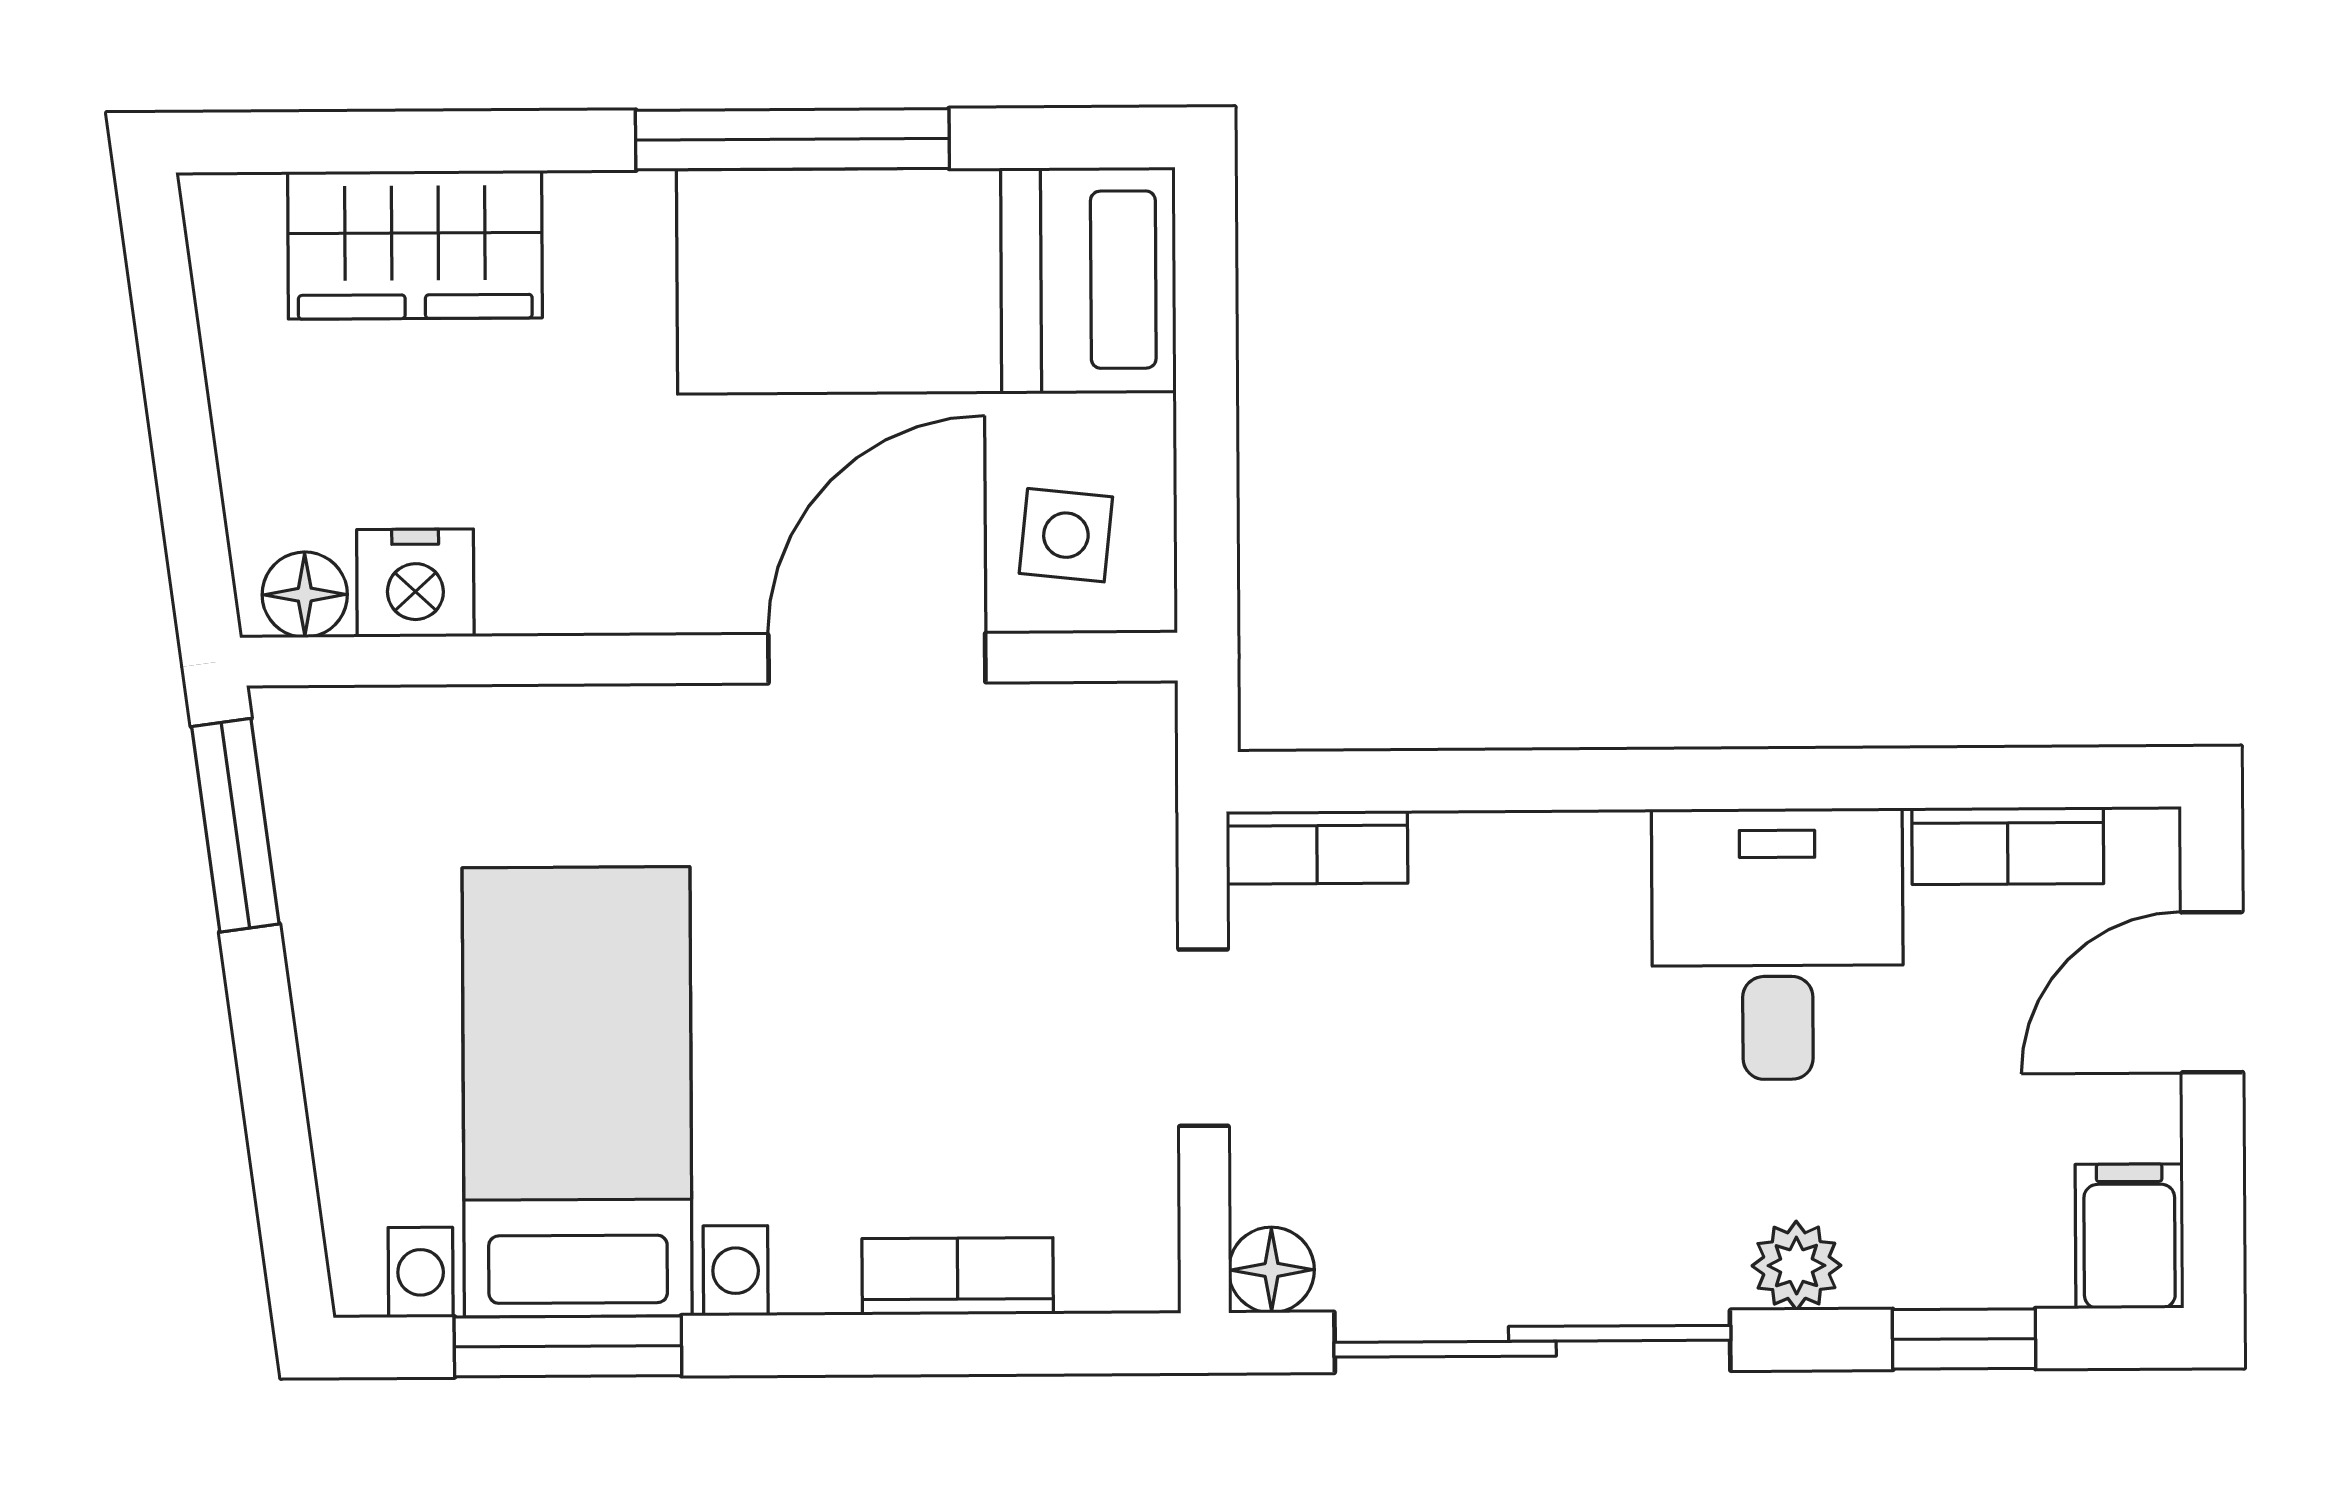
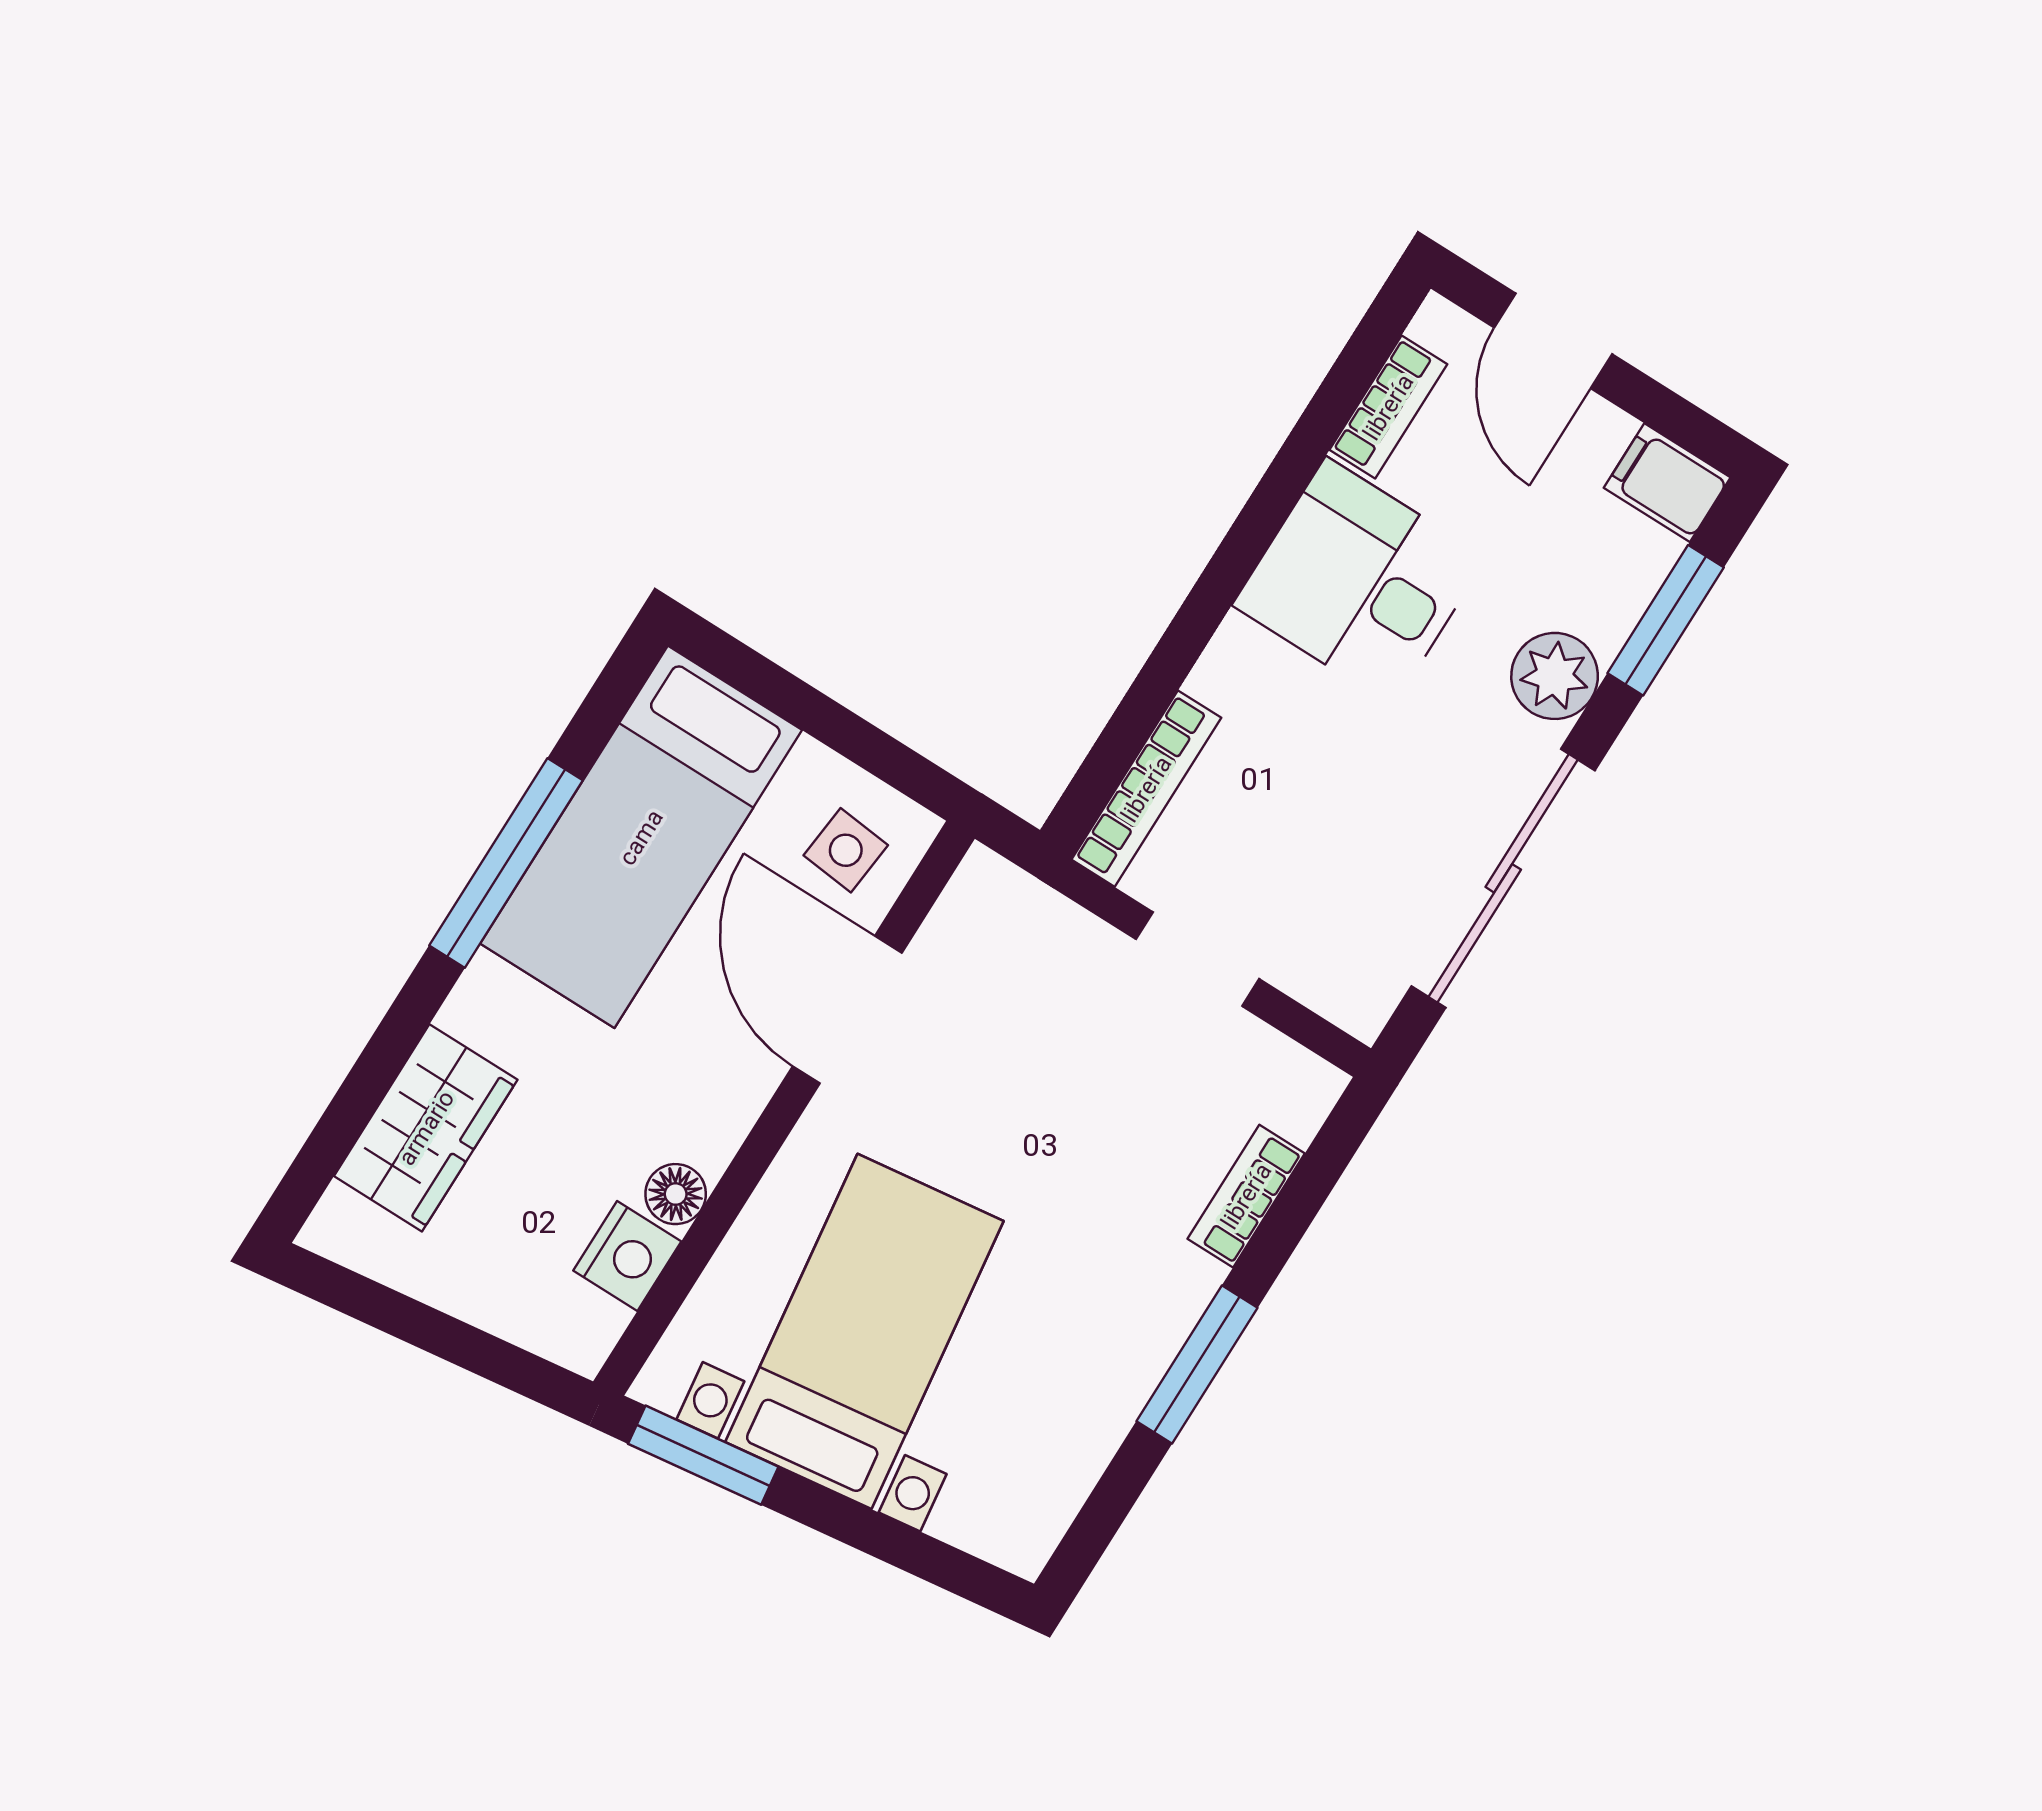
floor lamp: (305, 595) -> (676, 1194), moved
bookcase: (1317, 847) -> (1146, 789), width x1.56
bed with nightstands: (577, 1092) -> (864, 1331), moved, turned 82
plant: (1796, 1266) -> (1555, 676), width x1.38, depth x1.38
floor lamp: (1271, 1270) -> (1362, 1007), removed
window: (1964, 1339) -> (1666, 620), width x1.50
window: (568, 1346) -> (1197, 1365), moved

